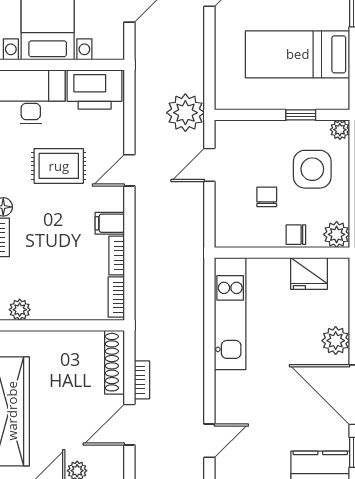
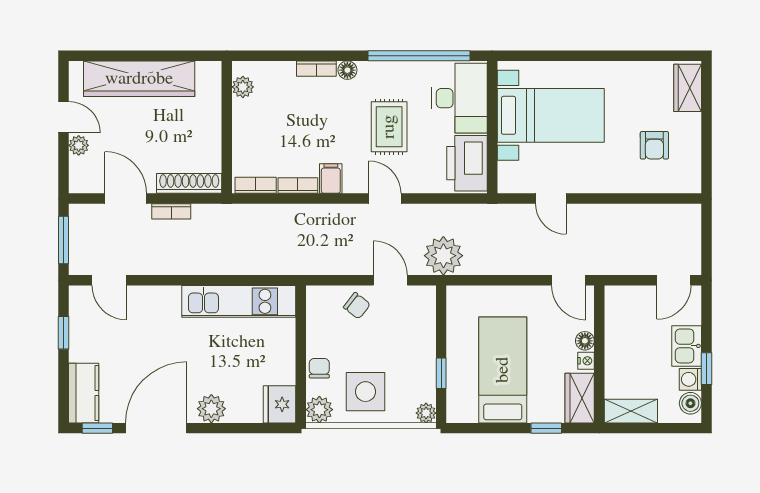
side table: (312, 169) -> (365, 392), moved
chair: (267, 197) -> (357, 306), moved, turned 38
fridge: (309, 274) -> (280, 404), moved

